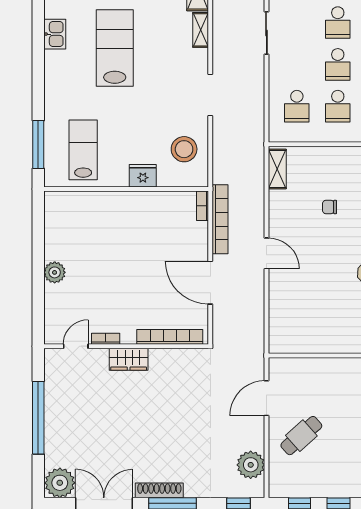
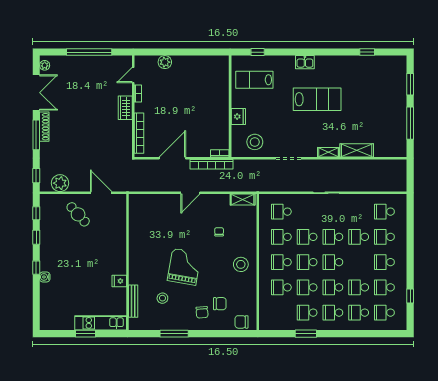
kitchen sink: (55, 34) -> (305, 62), moved
window: (38, 145) -> (258, 52), width x0.46
lab bench: (83, 150) -> (254, 80), turned 180
plant: (55, 272) -> (165, 62), moved
door: (76, 346) -> (133, 75), swing flipped
plant: (60, 483) -> (45, 65), width x0.53, depth x0.53

